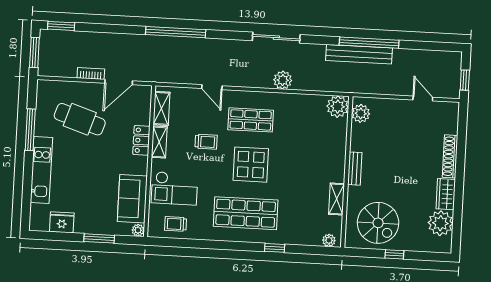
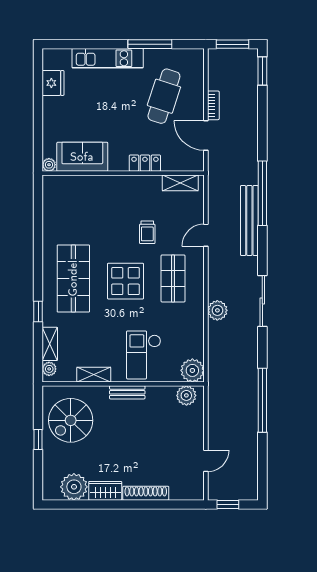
bench: (359, 54) -> (249, 221), moved
shelving: (159, 142) -> (50, 344), moved, turned 90
checkout: (174, 188) -> (144, 355), moved
trolley: (176, 224) -> (58, 204), removed
window: (99, 238) -> (38, 124), removed

